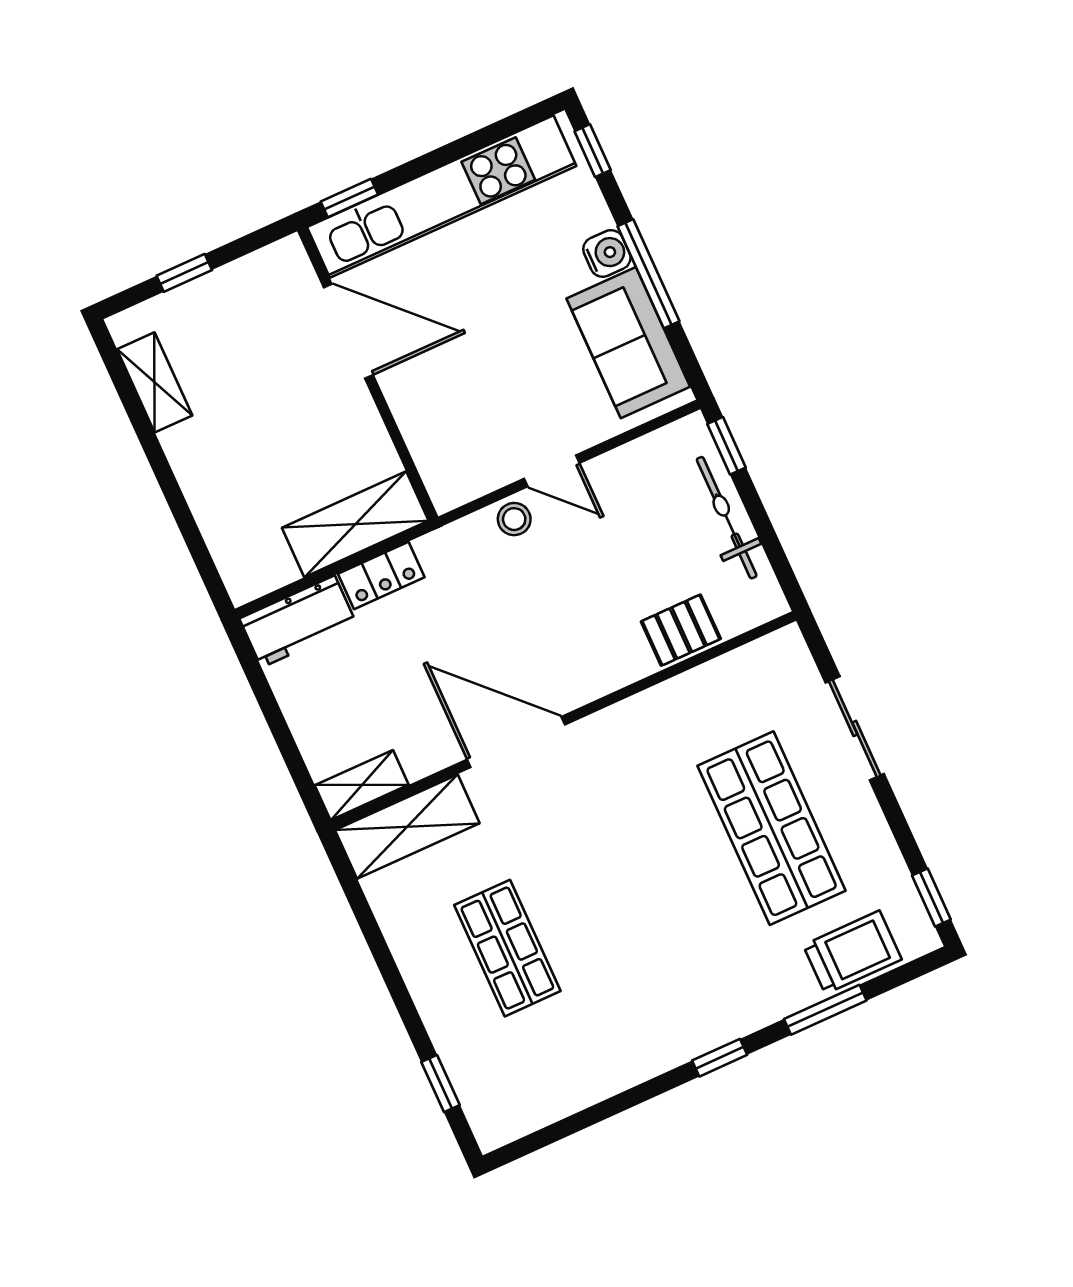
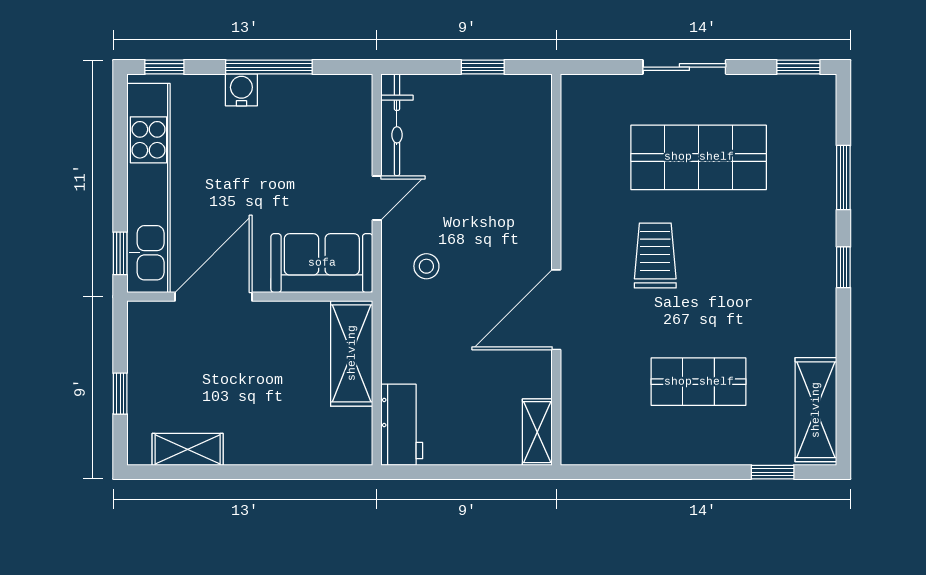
sofa: (628, 343) -> (322, 263), moved, turned 180
window: (726, 446) -> (483, 67), moved
bicycle: (727, 518) -> (397, 125), moved, turned -90
stool: (514, 519) -> (426, 266), moved
locker: (381, 575) -> (396, 351), removed
pallet: (681, 630) -> (530, 158), removed
sliding door: (855, 728) -> (684, 67), moved
shelving: (407, 827) -> (816, 410), moved
trolley: (852, 952) -> (655, 256), moved

